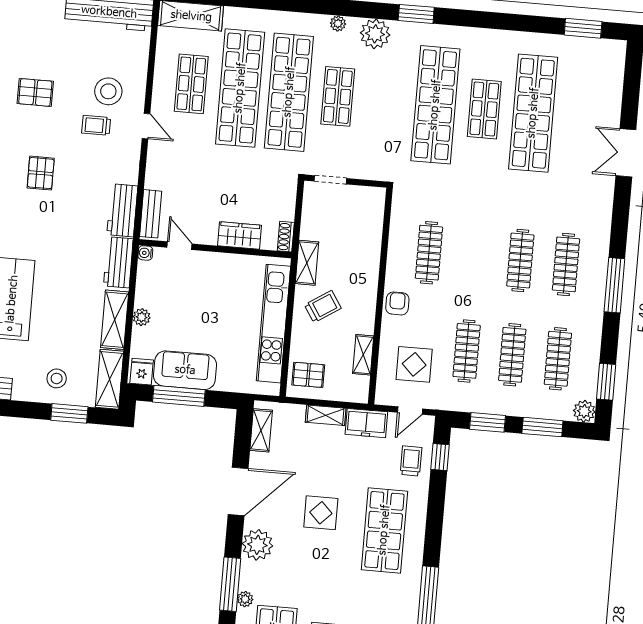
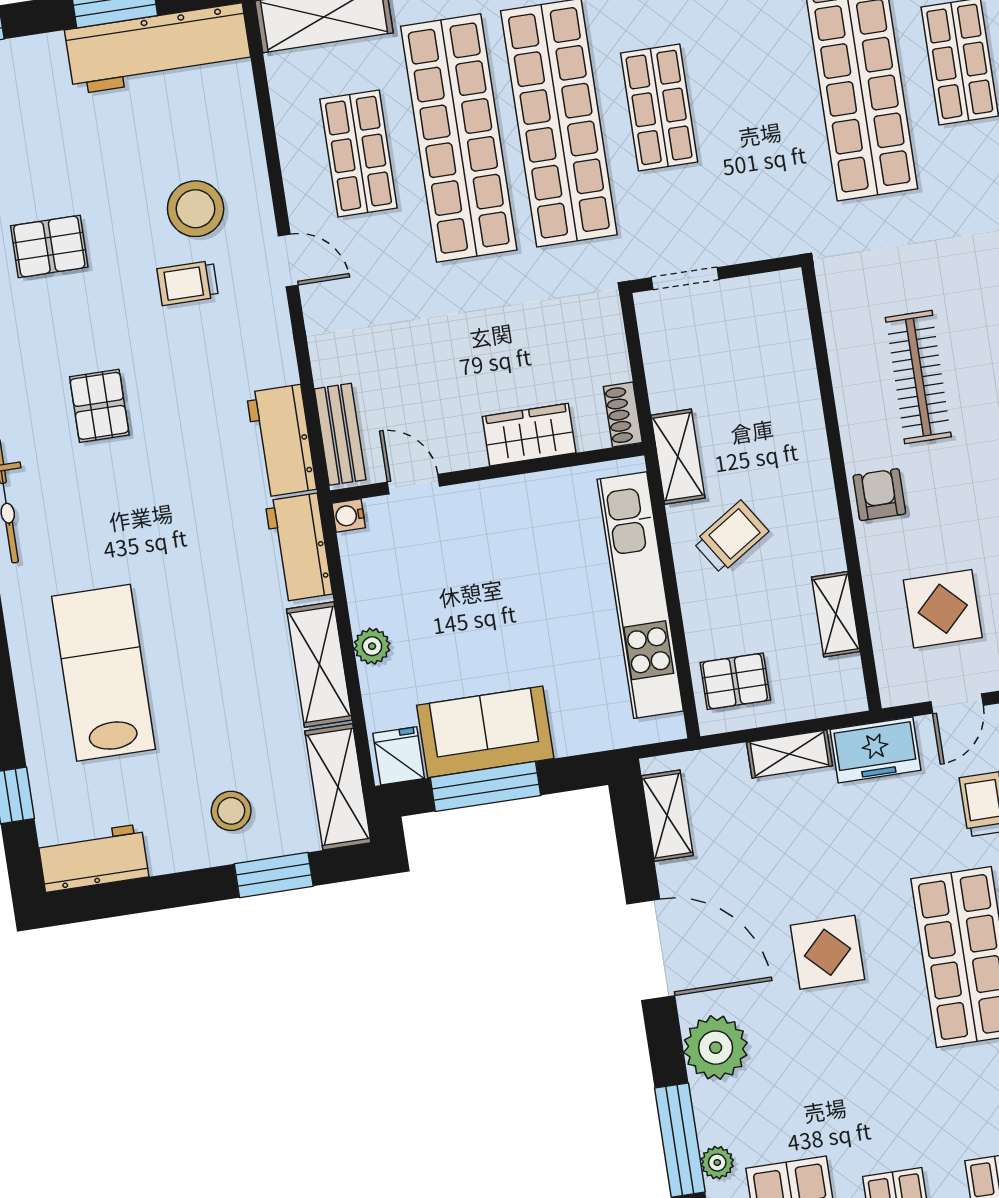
door: (238, 491) -> (651, 950), hinge flipped

